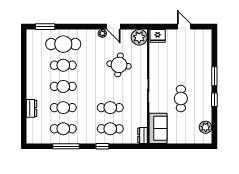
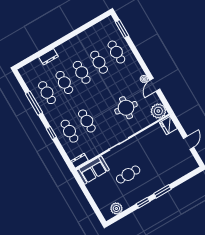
cafe table: (63, 44) -> (116, 52), width x0.73, depth x0.74

